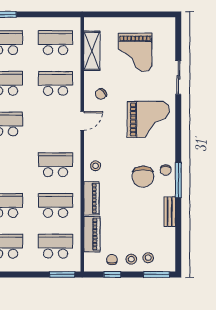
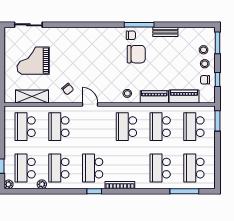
grand piano: (135, 52) -> (33, 61), turned 180
sliding door: (178, 77) -> (28, 25), moved
grand piano: (148, 119) -> (89, 50), removed

